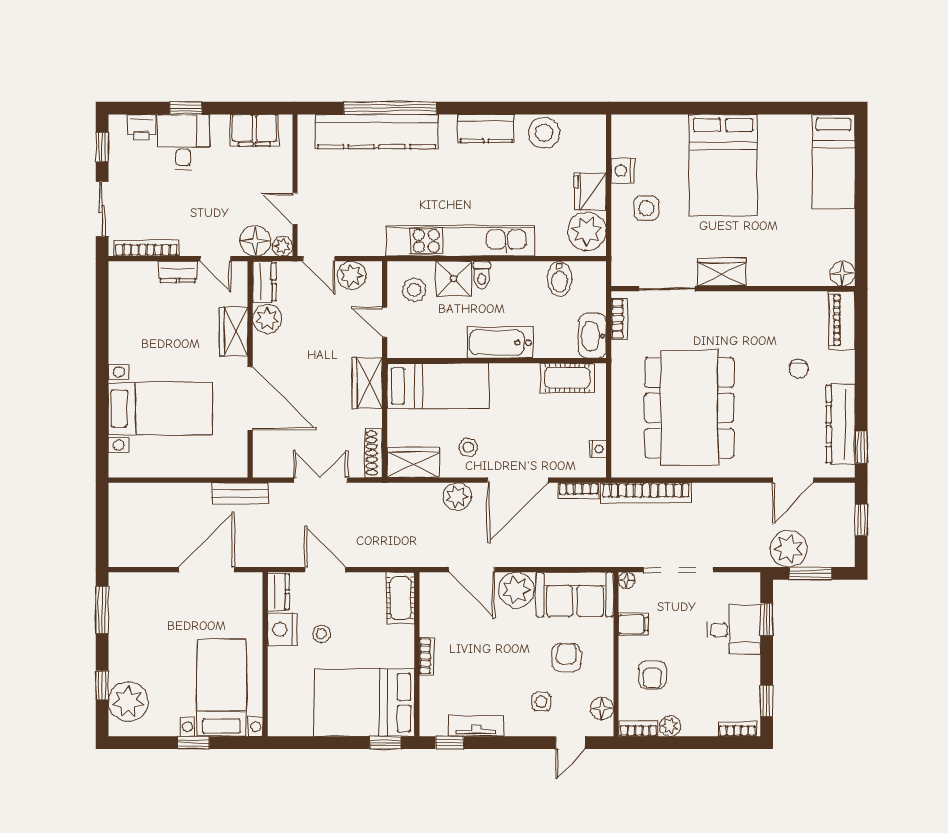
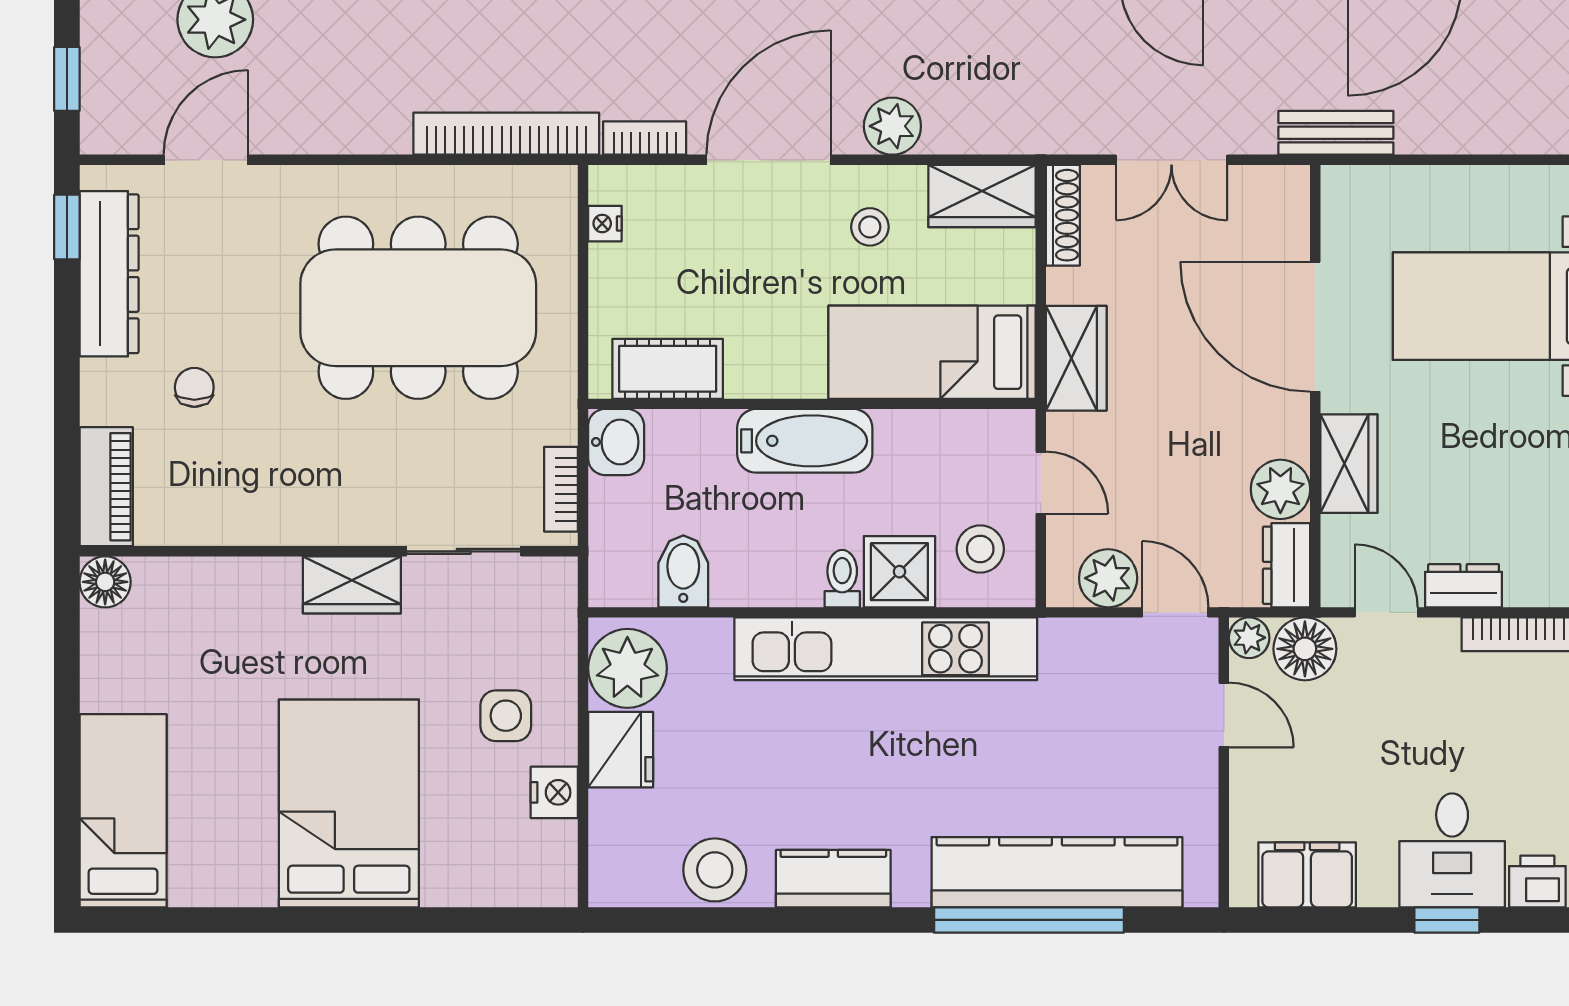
washbasin: (592, 336) -> (616, 442), width x0.72
dining table: (689, 408) -> (418, 308), turned 90

